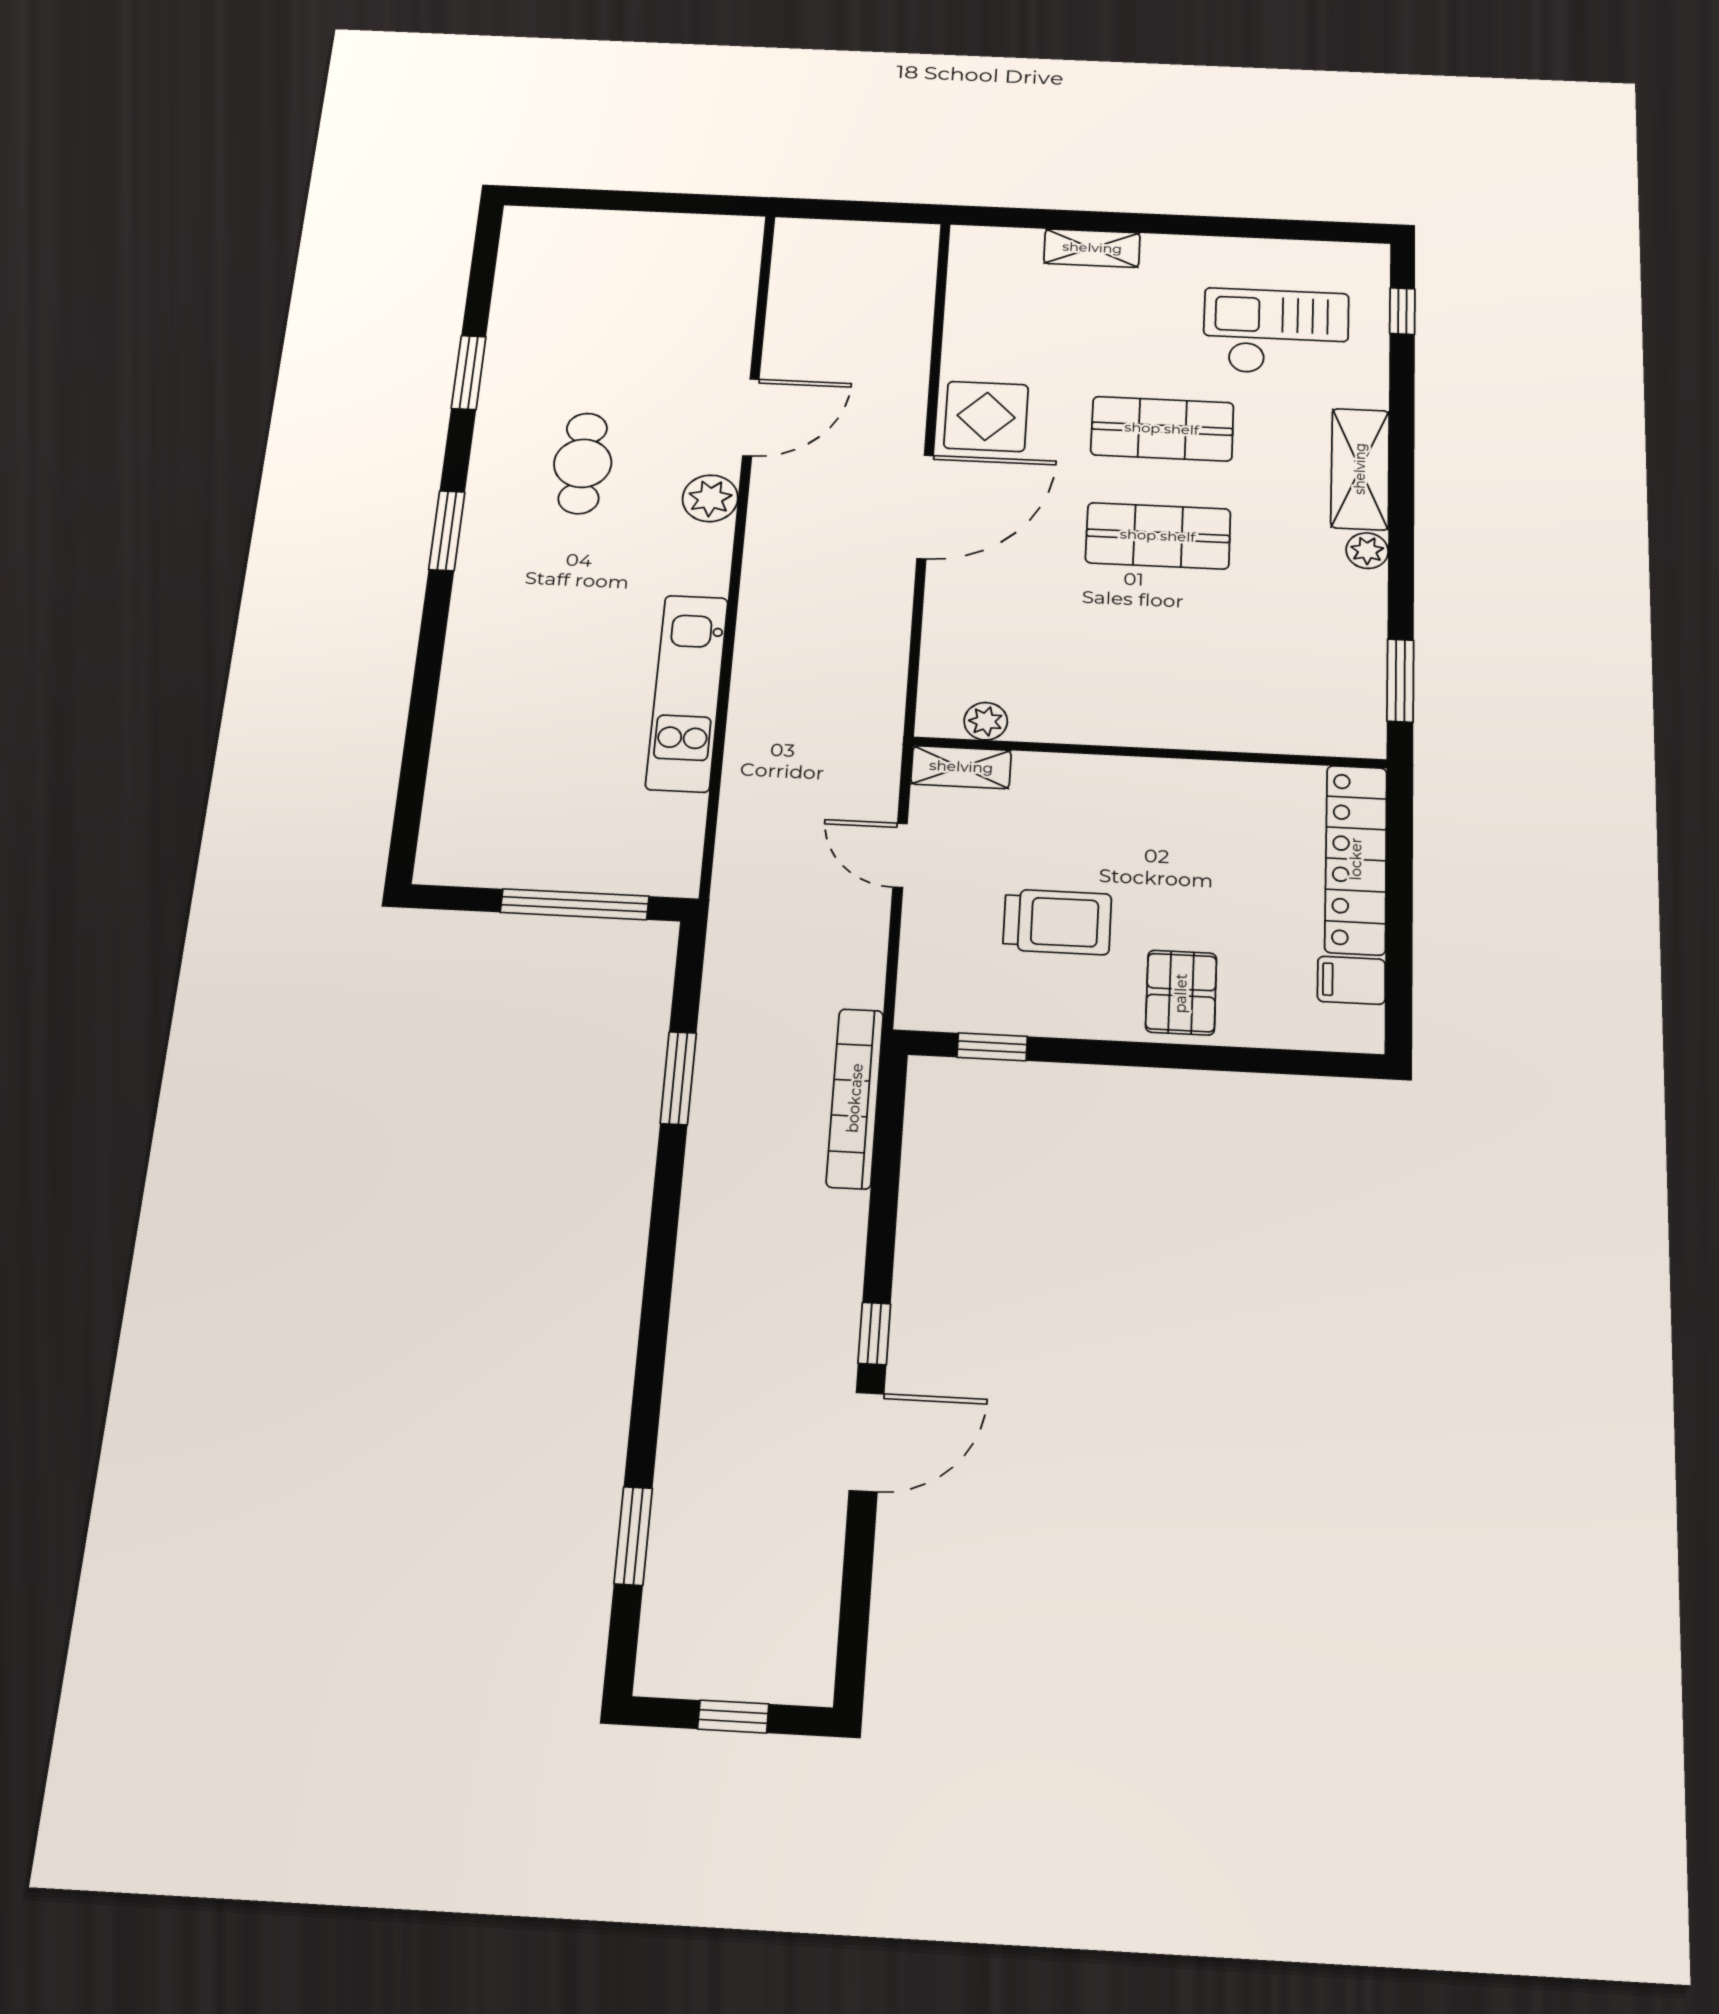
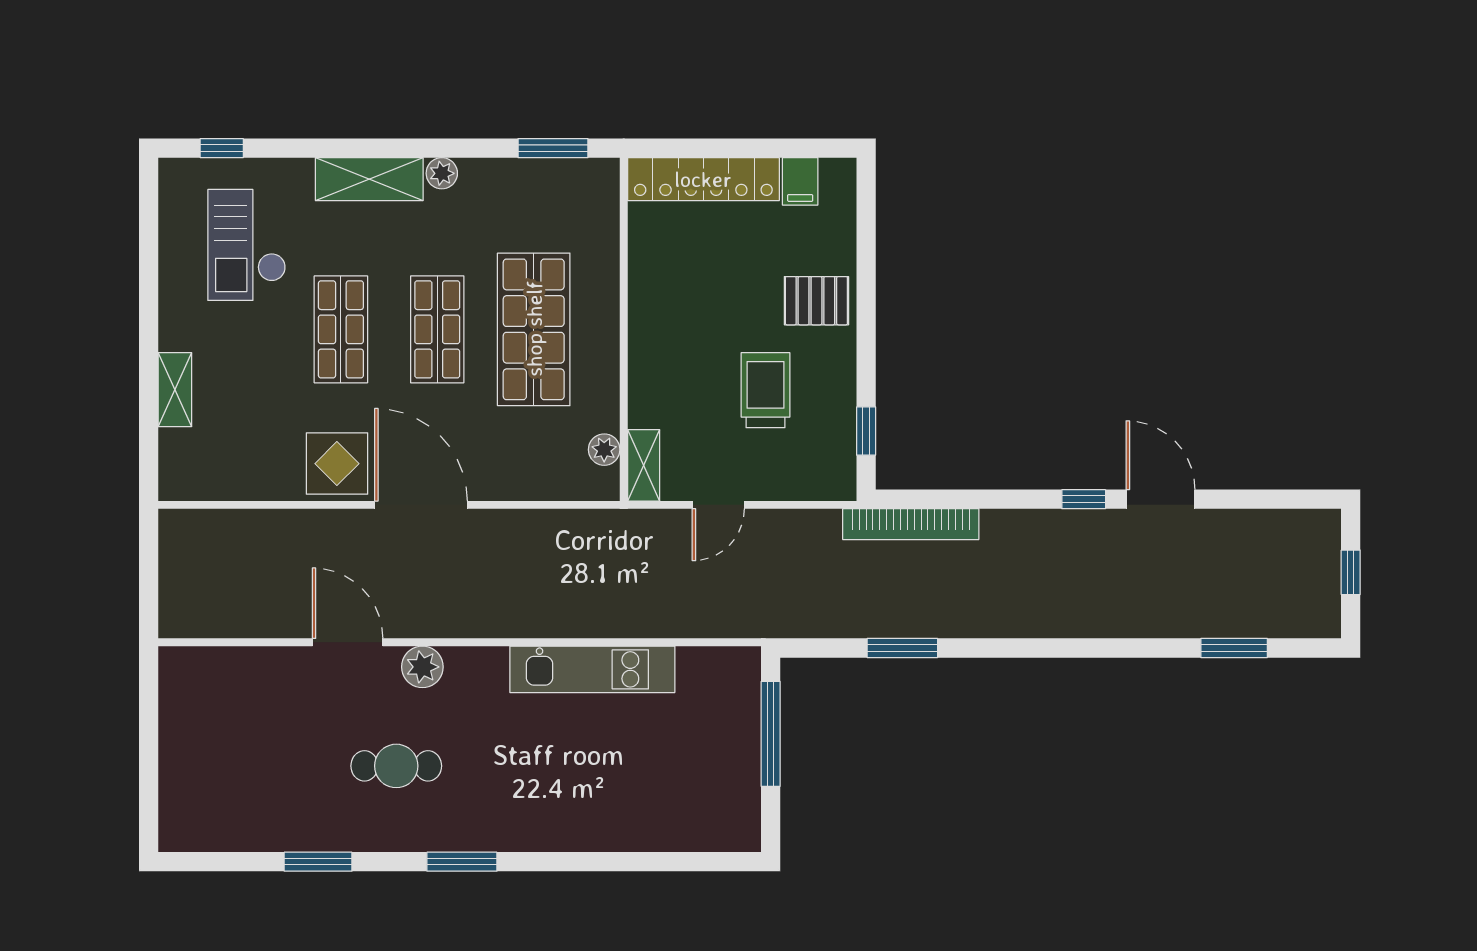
shop shelf: (1154, 646) -> (534, 329), added

